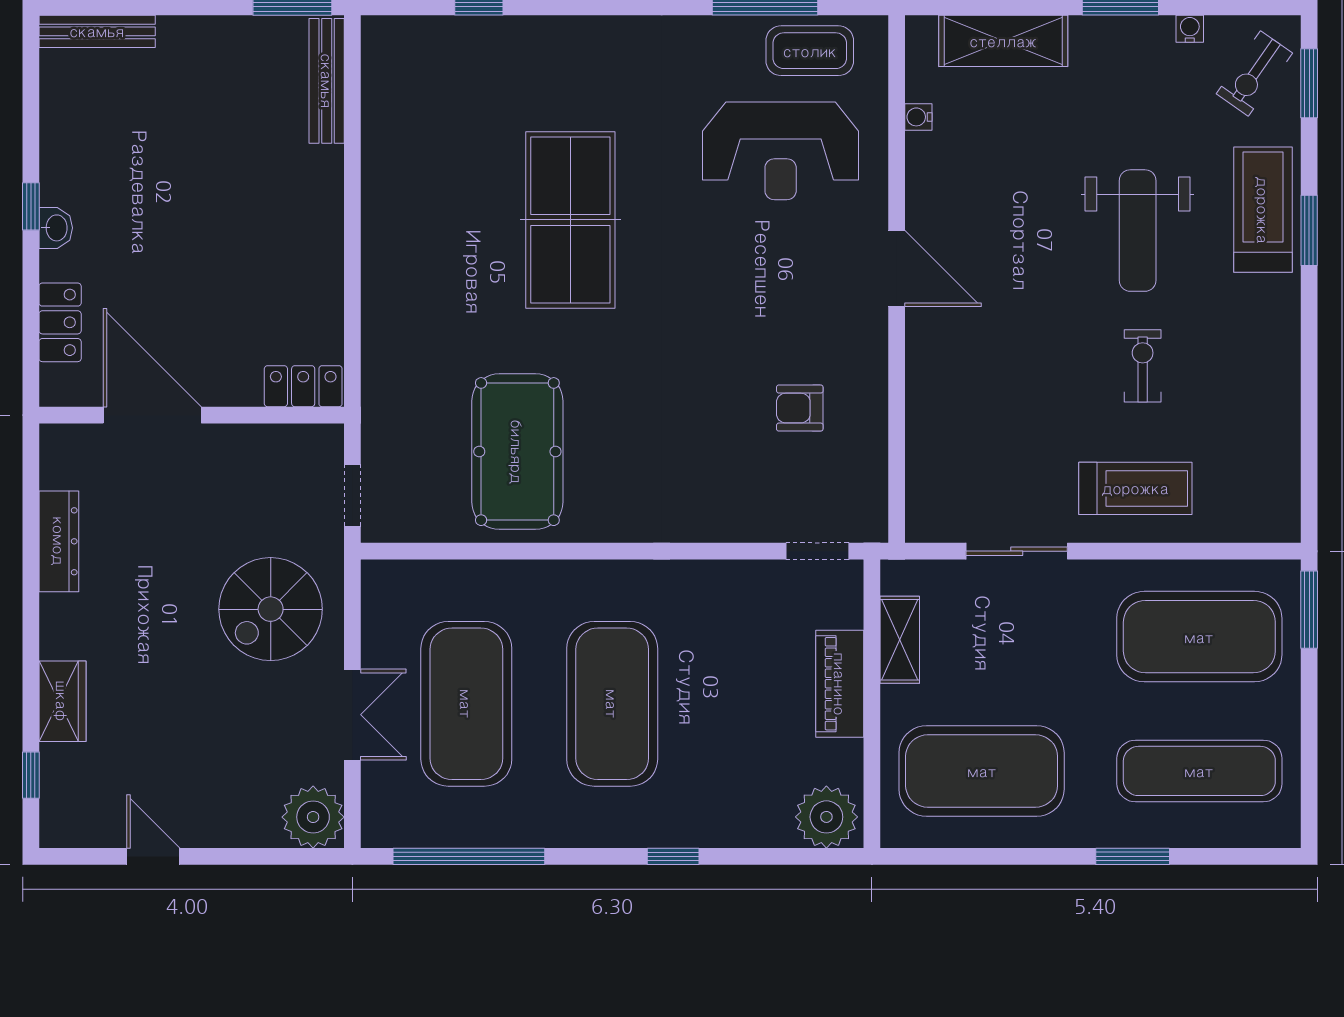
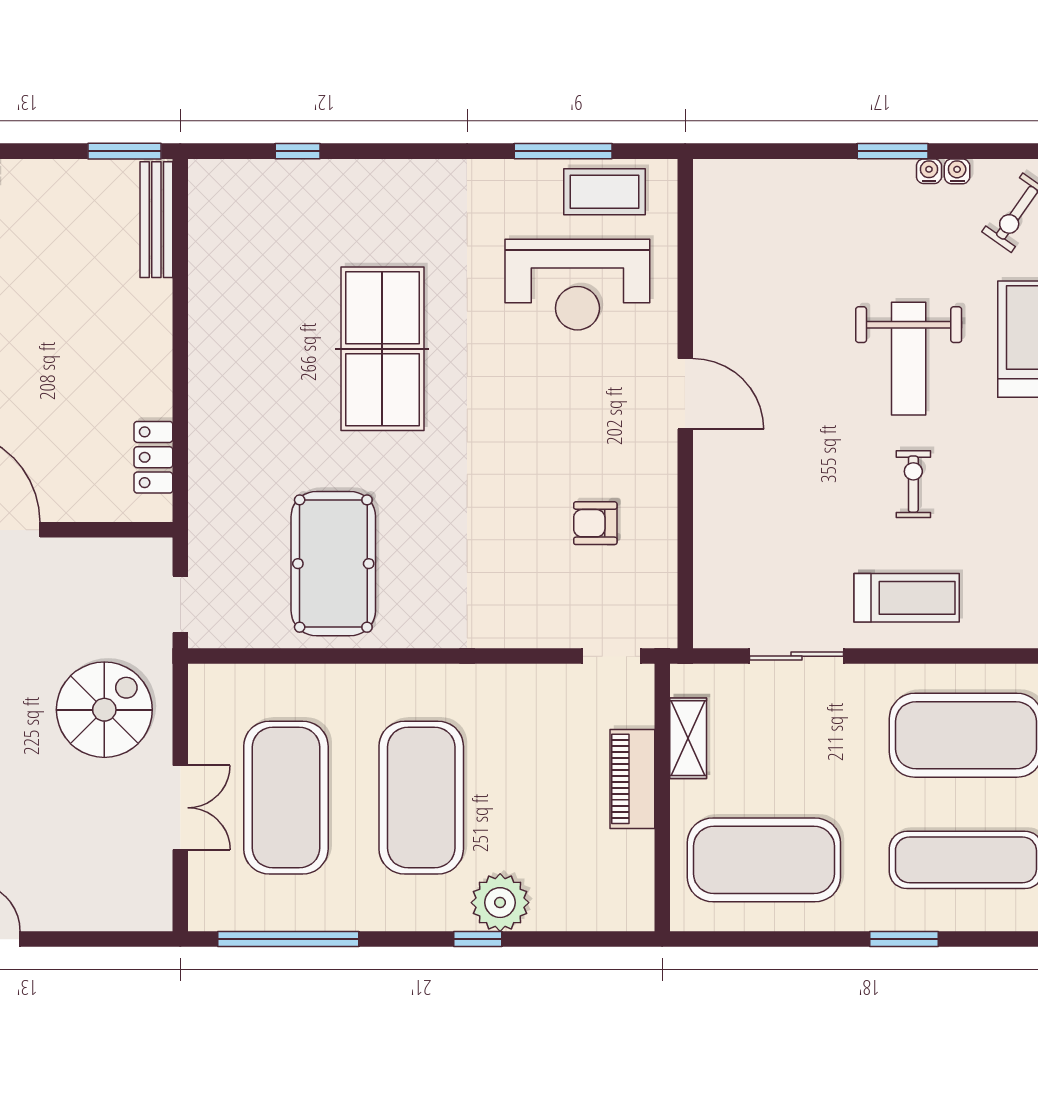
shelving: (1003, 41) -> (784, 183), removed
water cooler: (918, 117) -> (929, 171), moved, turned 90
locker: (303, 386) -> (153, 457), moved, turned -90
spiral stairs: (271, 609) -> (104, 710), turned 180
plant: (313, 817) -> (144, 903), removed
plant: (826, 817) -> (500, 903), moved

